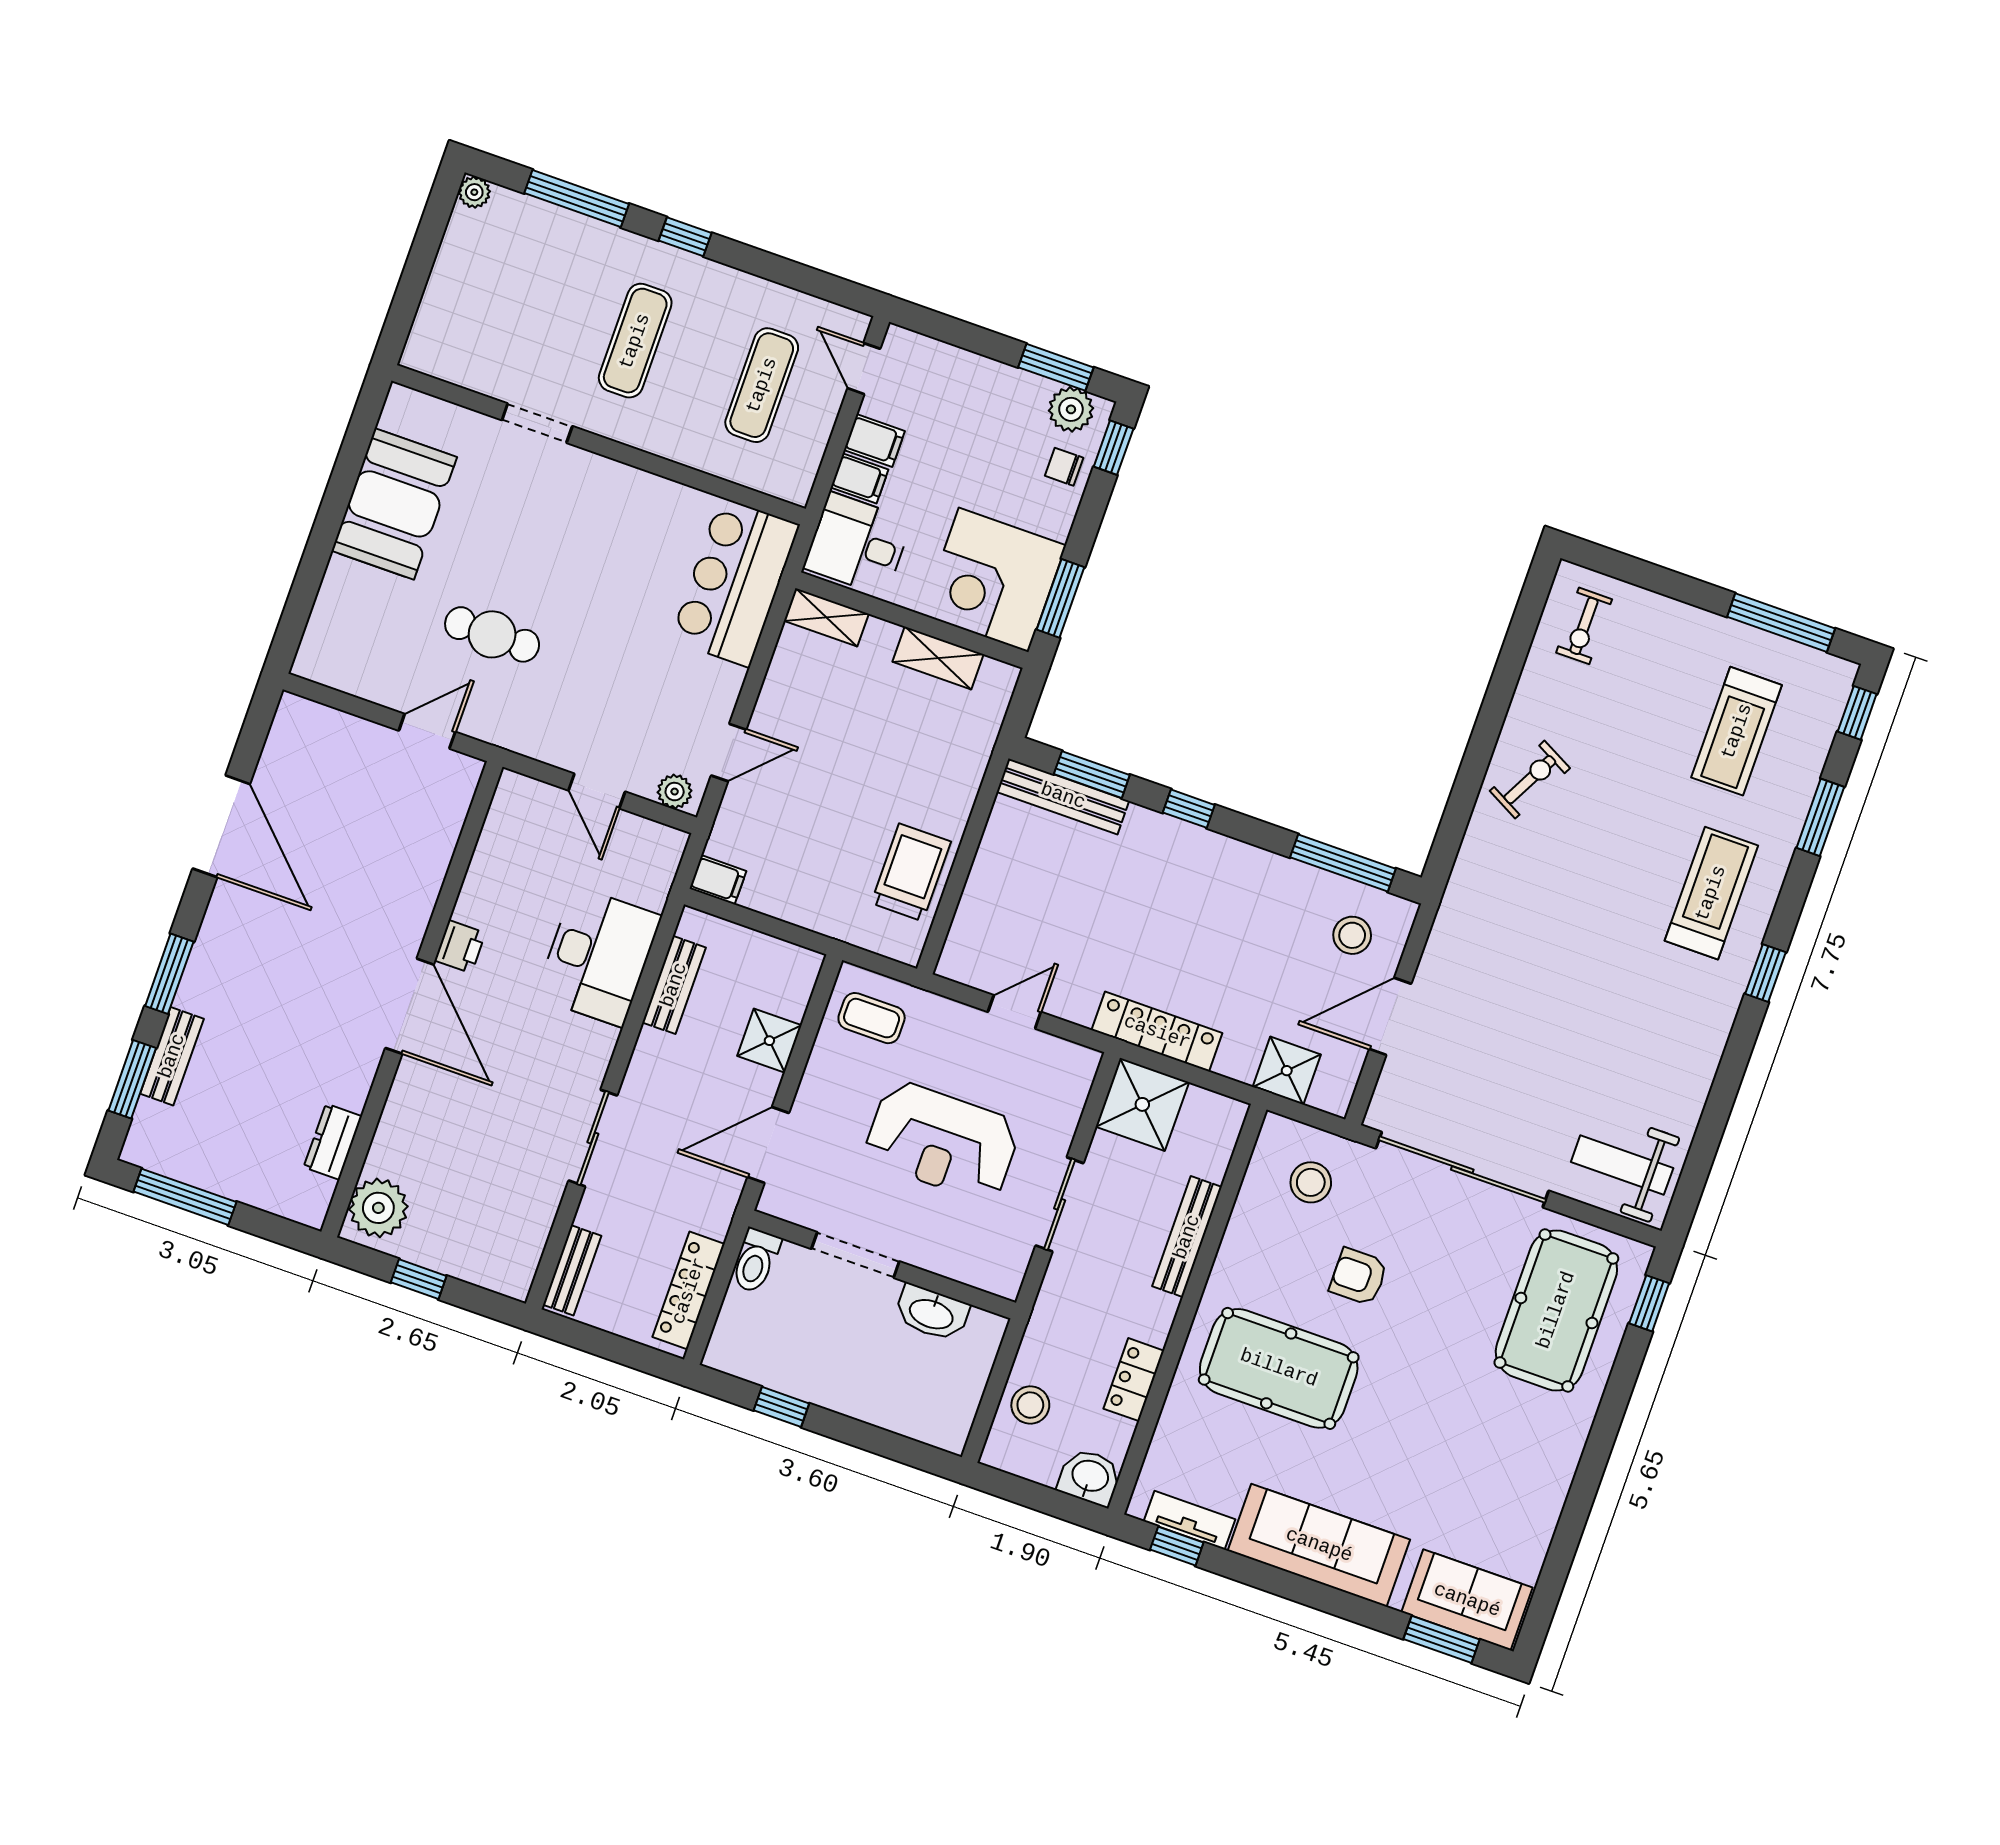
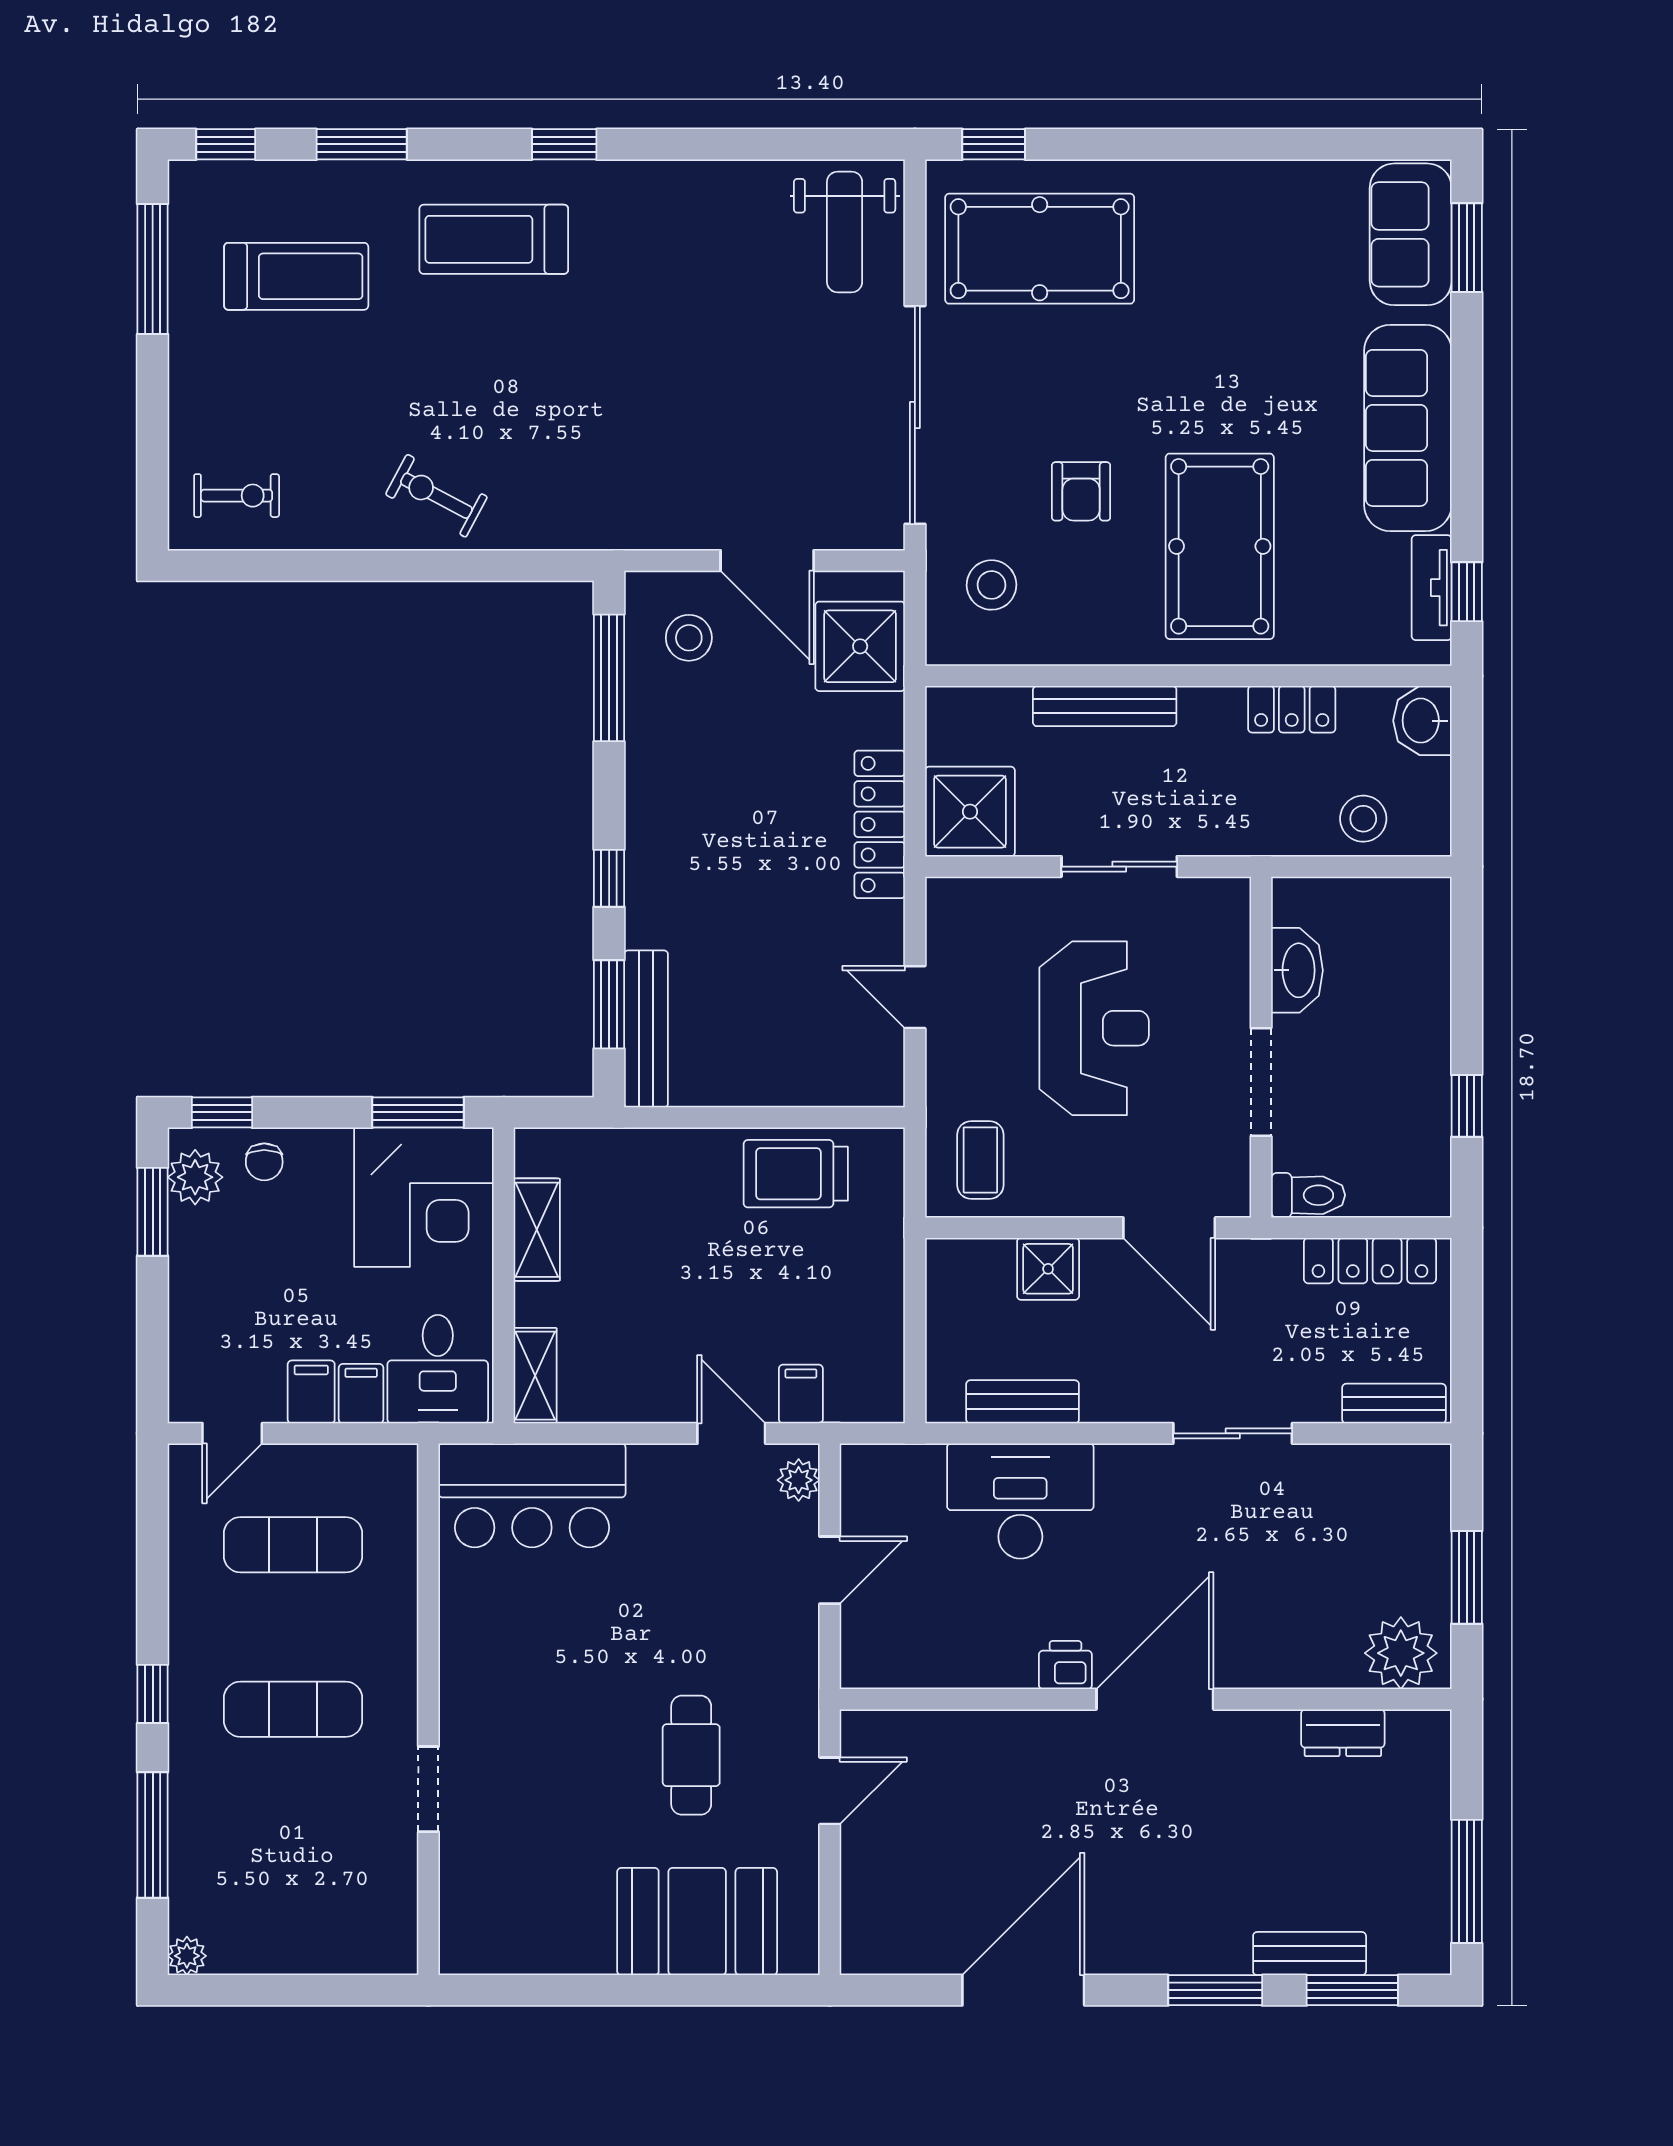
booth: (394, 504) -> (697, 1921), moved
door: (427, 731) -> (830, 1791), swing flipped
filing cabinet: (718, 880) -> (801, 1394), moved
shower: (1287, 1071) -> (860, 646), width x1.36, depth x1.36
window: (419, 1279) -> (1467, 1577), width x1.50

